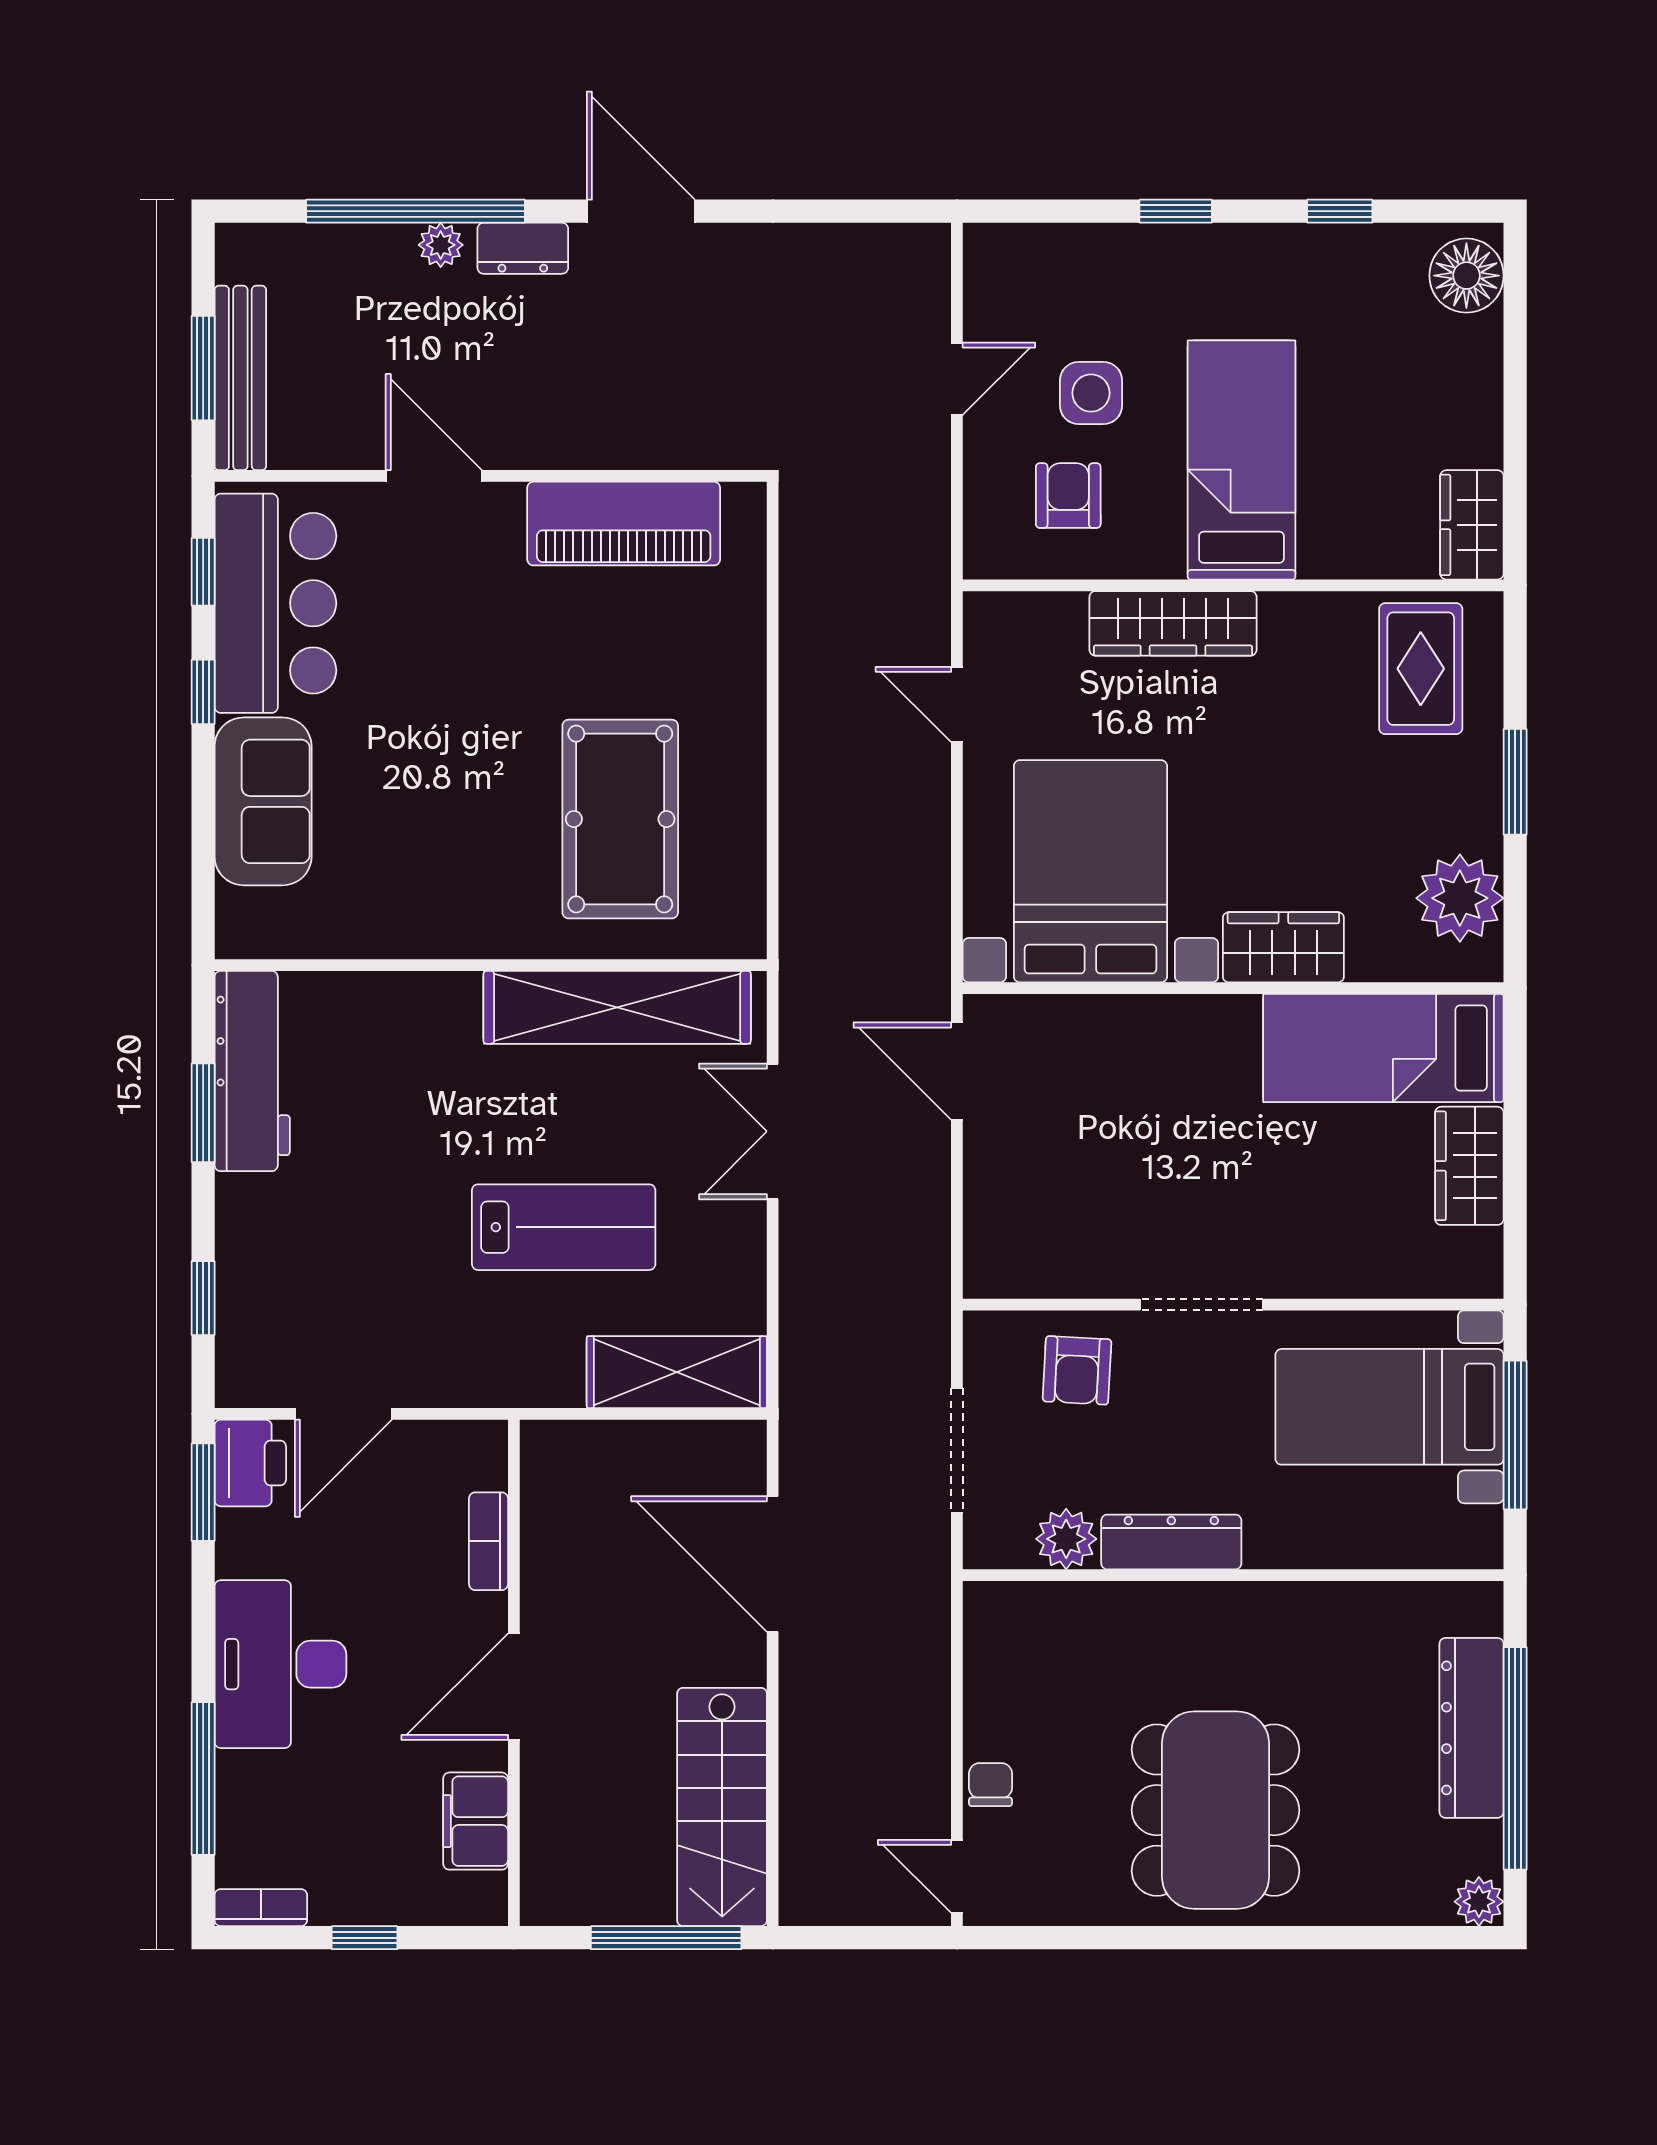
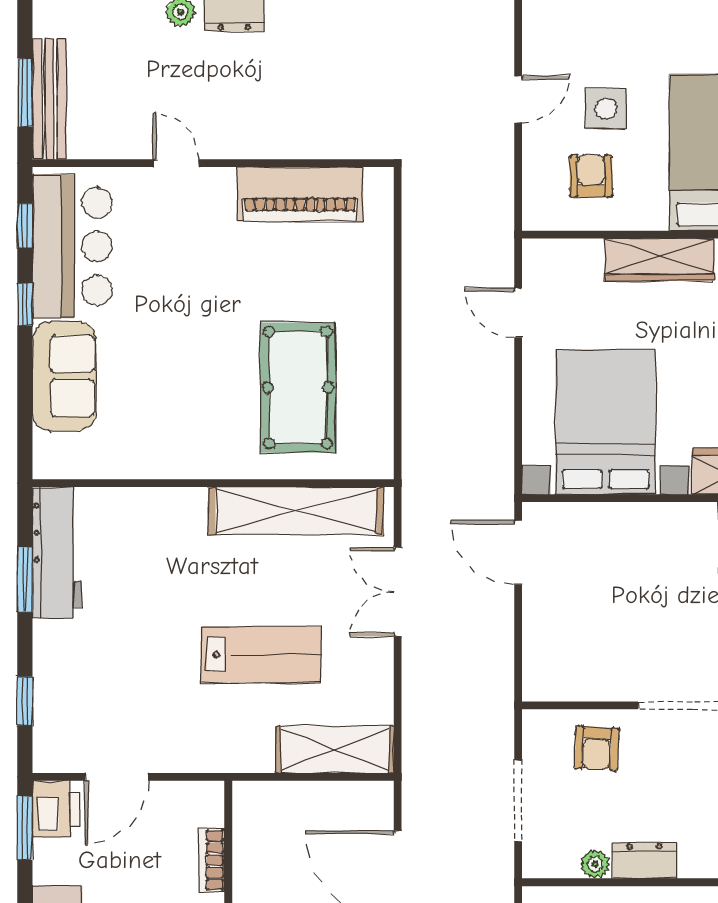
door: (434, 476) -> (176, 163), width x0.73
plant: (1066, 1539) -> (595, 864), width x0.73, depth x0.73
dresser: (1171, 1542) -> (645, 861), width x0.70

